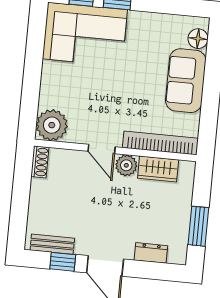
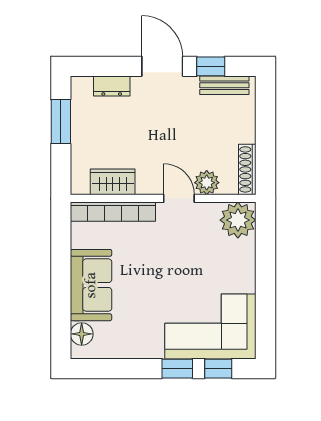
shoe rack: (40, 162) -> (247, 169), width x1.43
plant: (126, 165) -> (207, 183), moved

